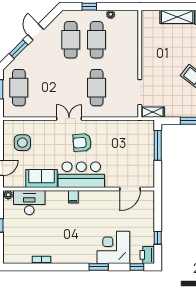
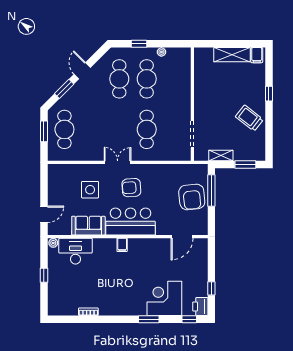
shelving: (153, 112) -> (221, 155), moved
side table: (22, 143) -> (90, 190), moved
armchair: (139, 151) -> (192, 197), added

